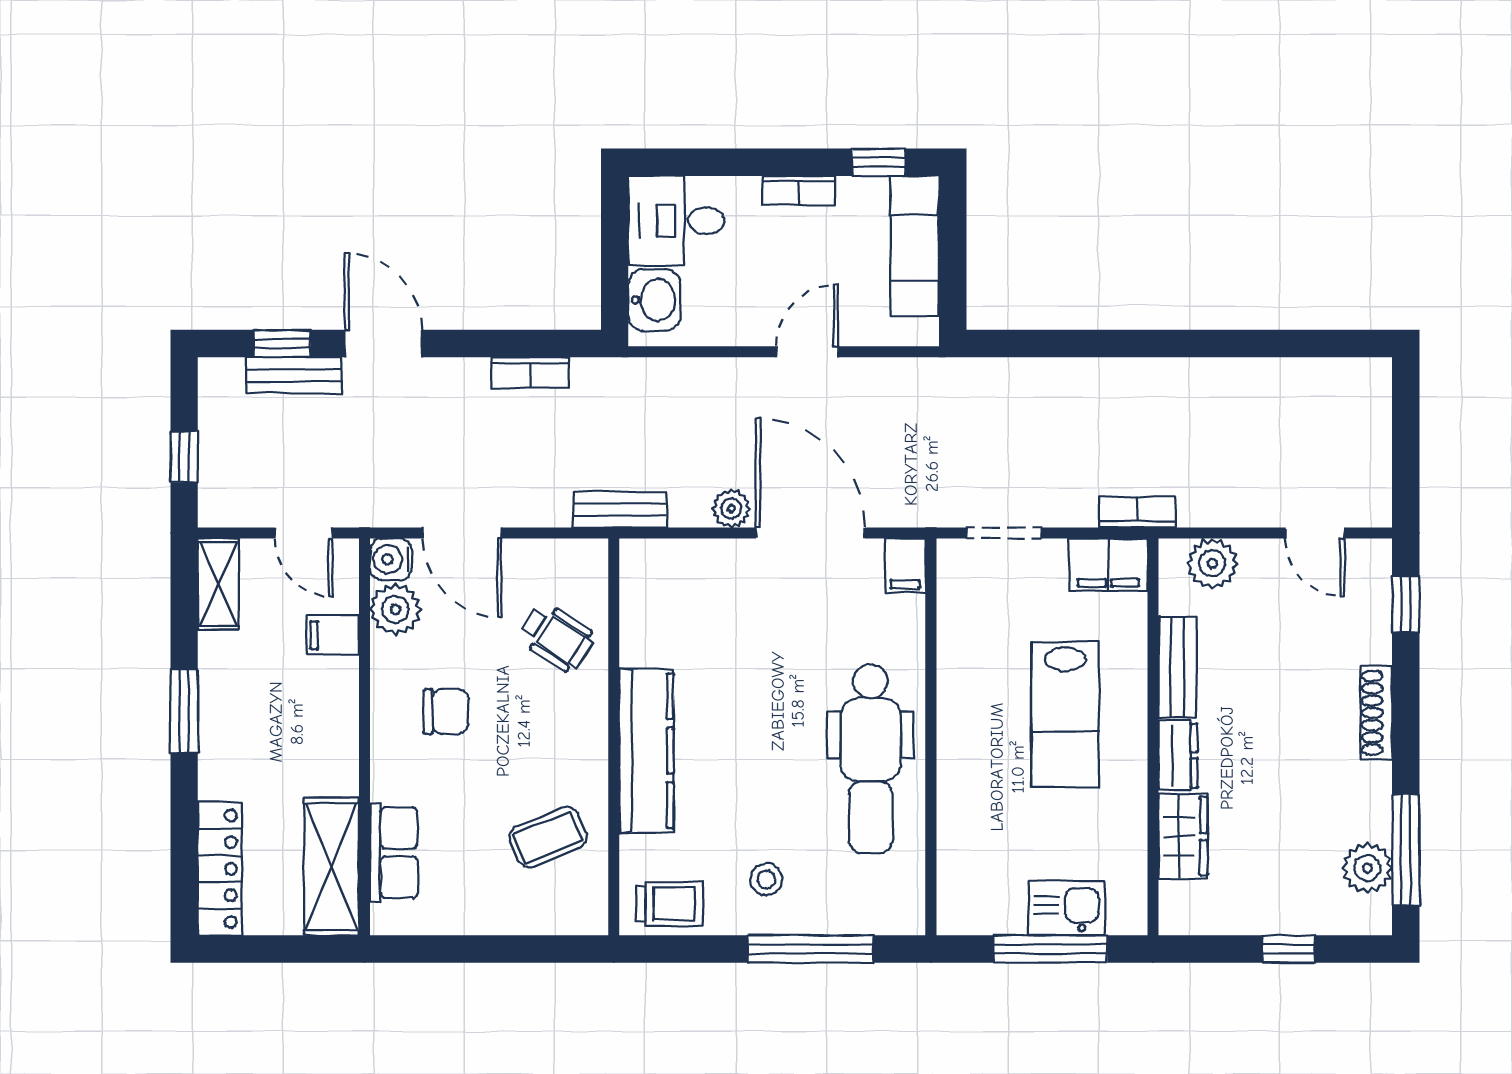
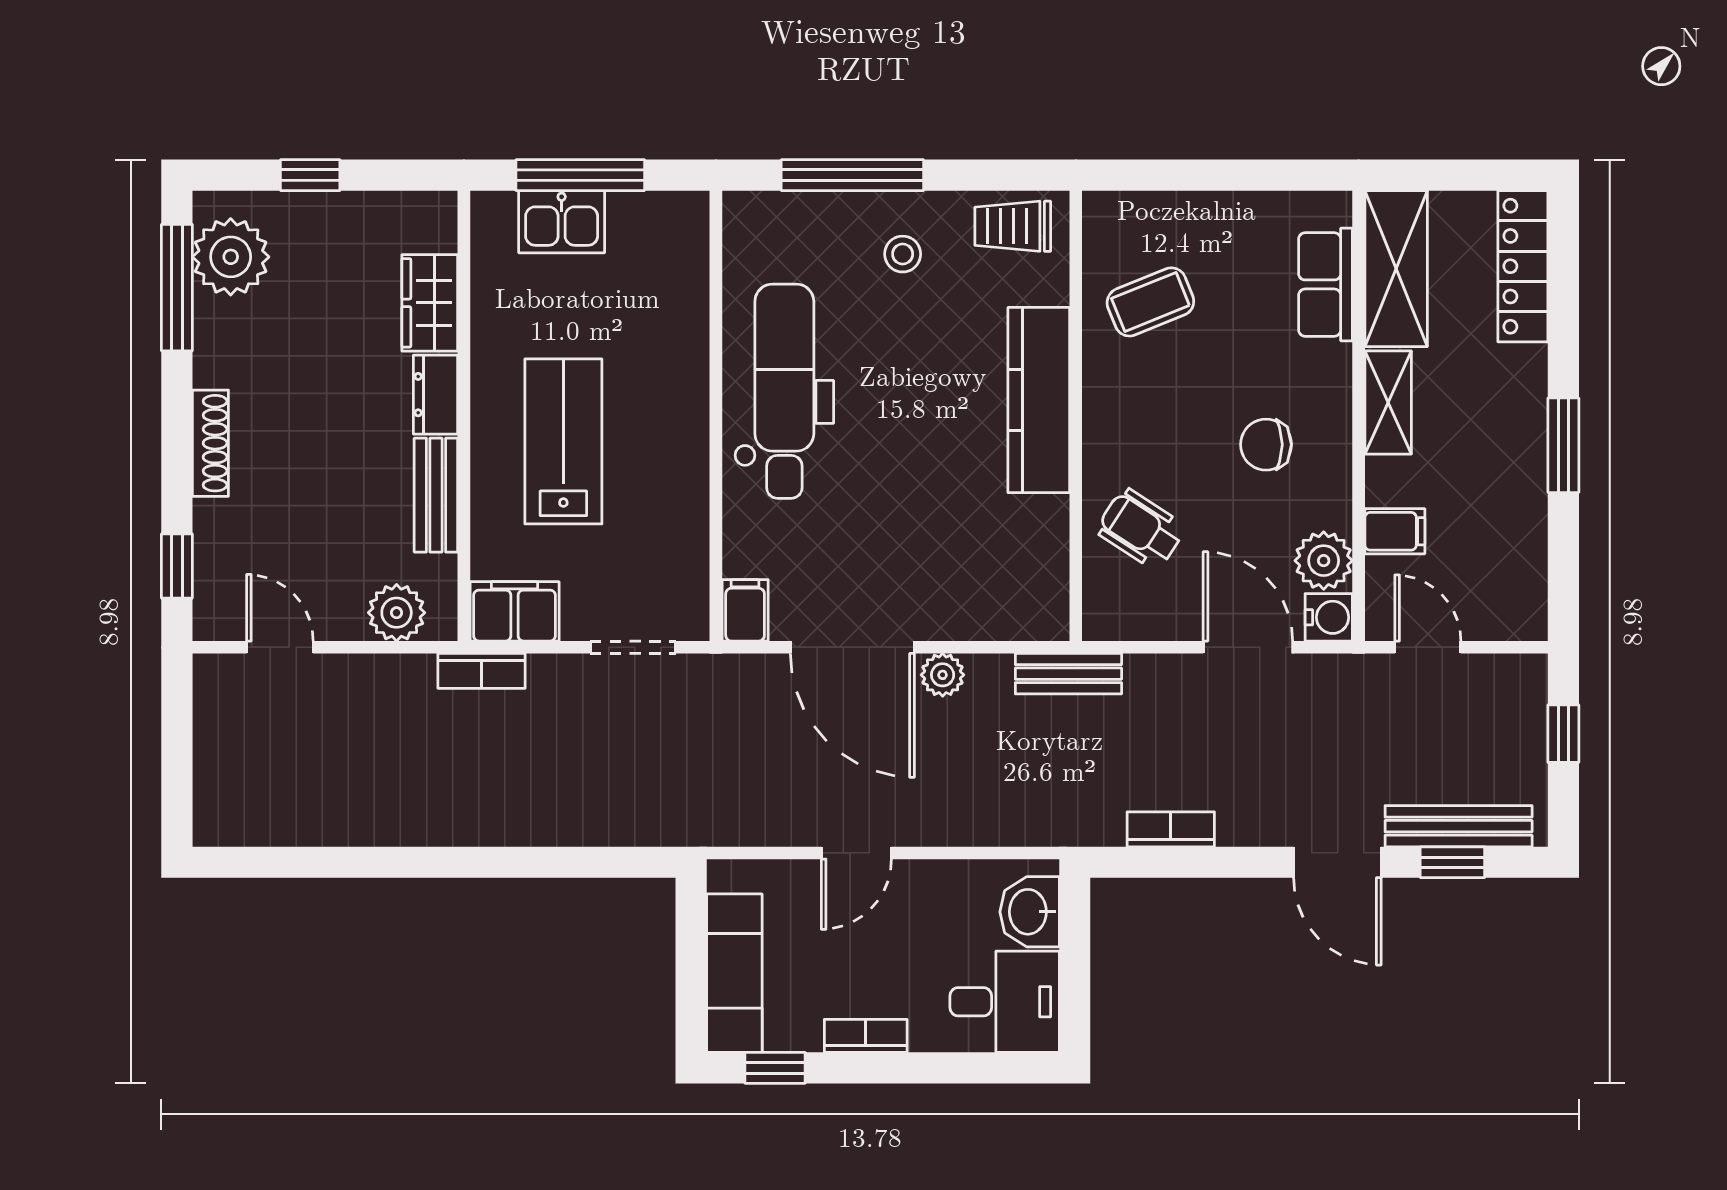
bench: (294, 375) -> (1459, 826), width x1.36
shelving: (218, 584) -> (1388, 403), moved
plant: (1367, 868) -> (231, 257), width x1.36, depth x1.36

